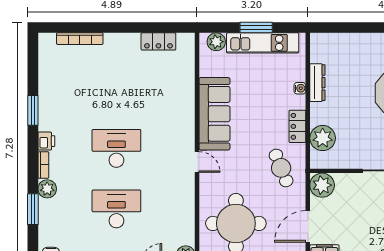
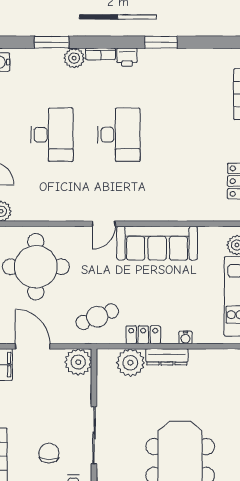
dresser: (317, 83) -> (167, 357), moved

